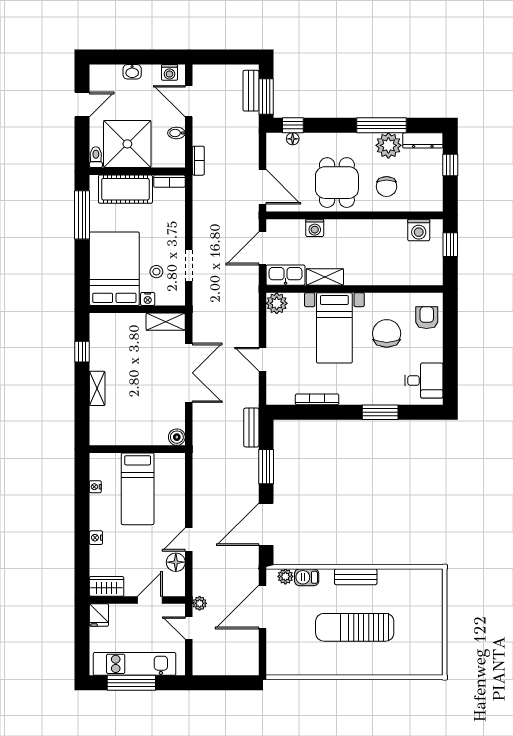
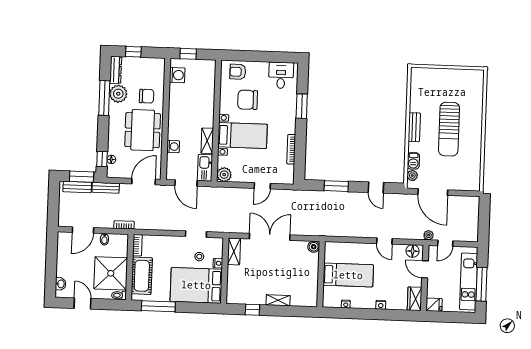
washbasin: (132, 72) -> (61, 284), moved
washing machine: (169, 72) -> (63, 243), removed
dining table: (337, 183) -> (143, 130), width x1.38
bench: (251, 427) -> (106, 188), moved
door: (266, 524) -> (376, 187), width x0.53
floor lamp: (176, 562) -> (413, 251), moved

